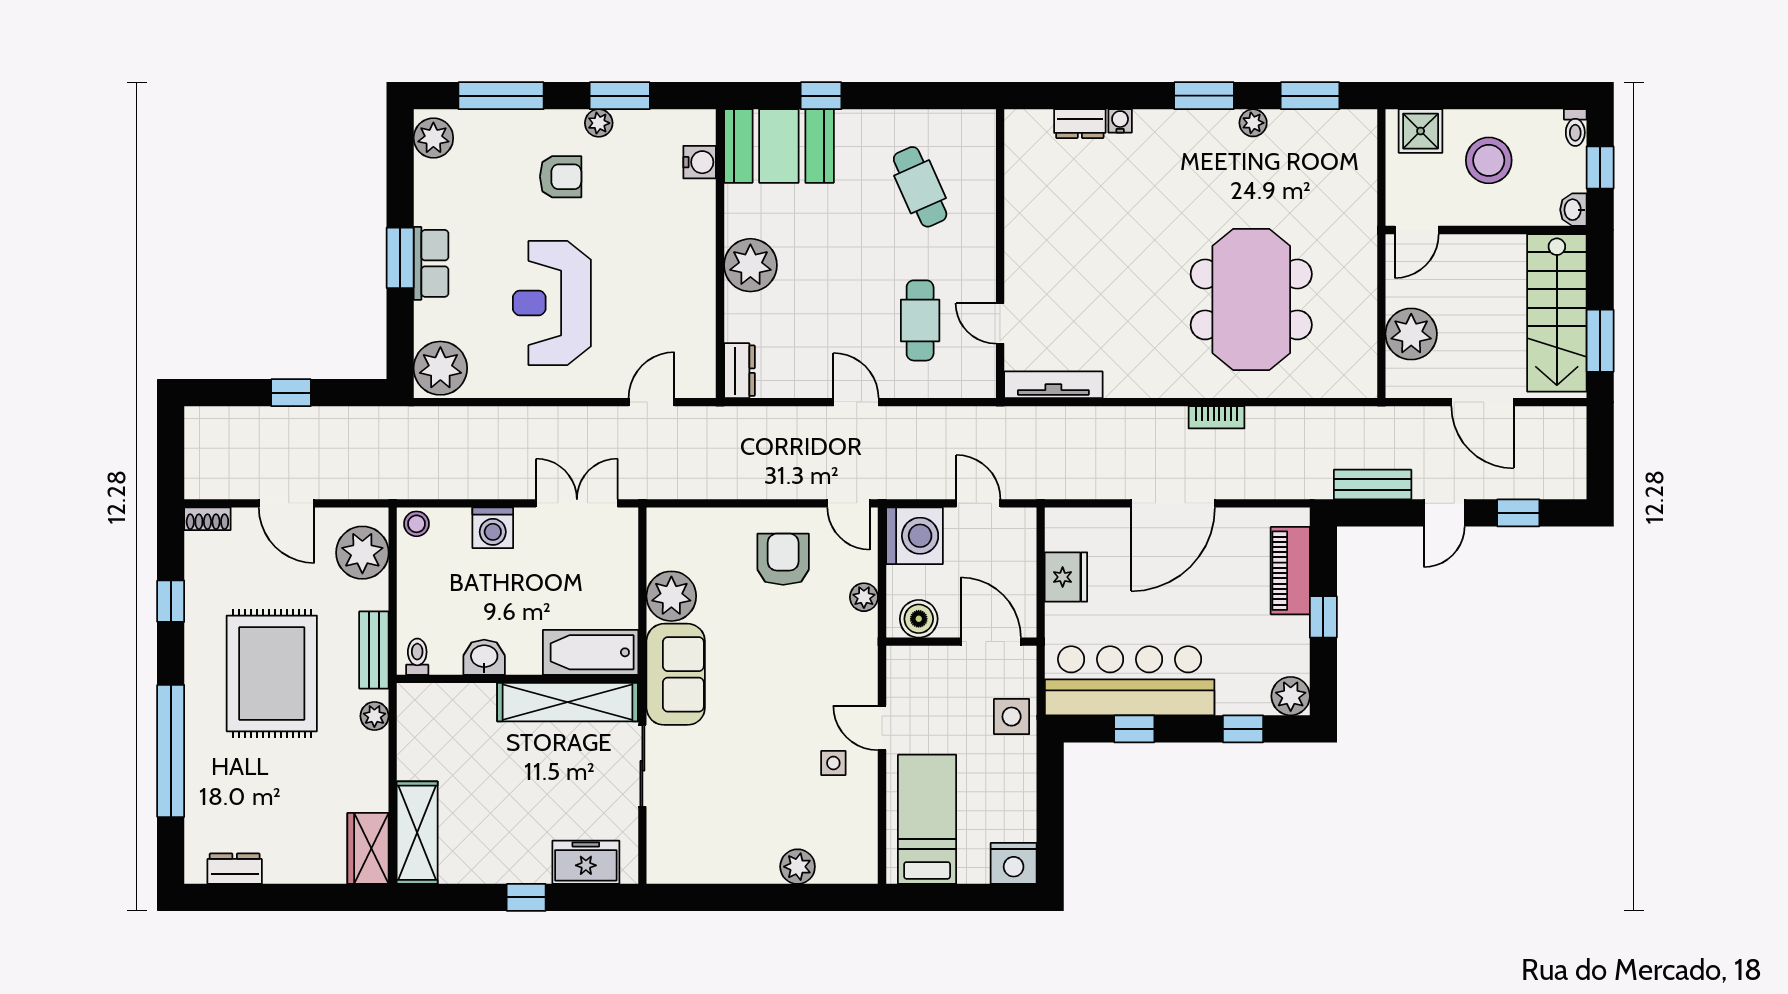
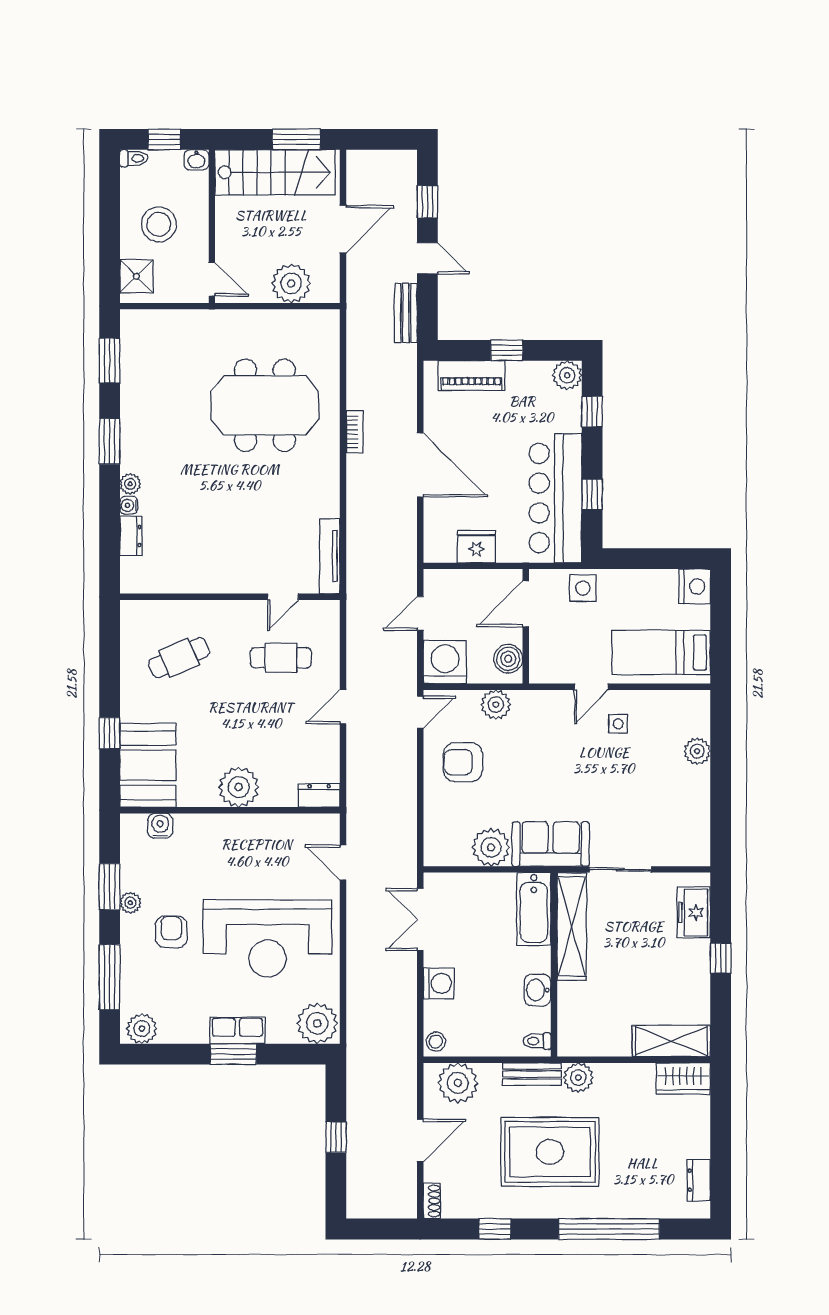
plant: (1253, 123) -> (130, 484), moved
reception desk: (552, 303) -> (268, 938), width x1.36, depth x1.30
plant: (864, 597) -> (496, 705), width x1.38, depth x1.38
plant: (374, 716) -> (578, 1078), width x1.38, depth x1.38

